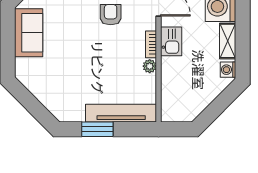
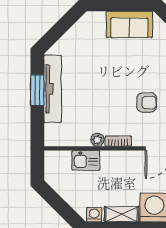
kitchen sink: (171, 41) -> (86, 160), moved
tv unit: (121, 113) -> (53, 89), moved

